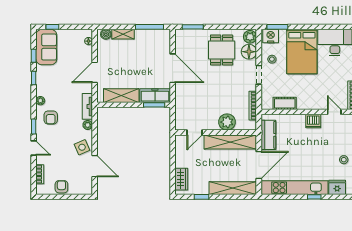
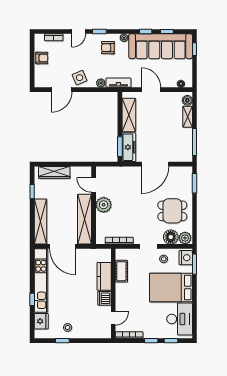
sofa: (46, 47) -> (161, 46), width x1.85, depth x1.27
plant: (227, 122) -> (104, 205), moved
kitchen counter: (268, 135) -> (104, 276), moved, turned 90
wardrobe: (181, 179) -> (54, 172), width x1.50

